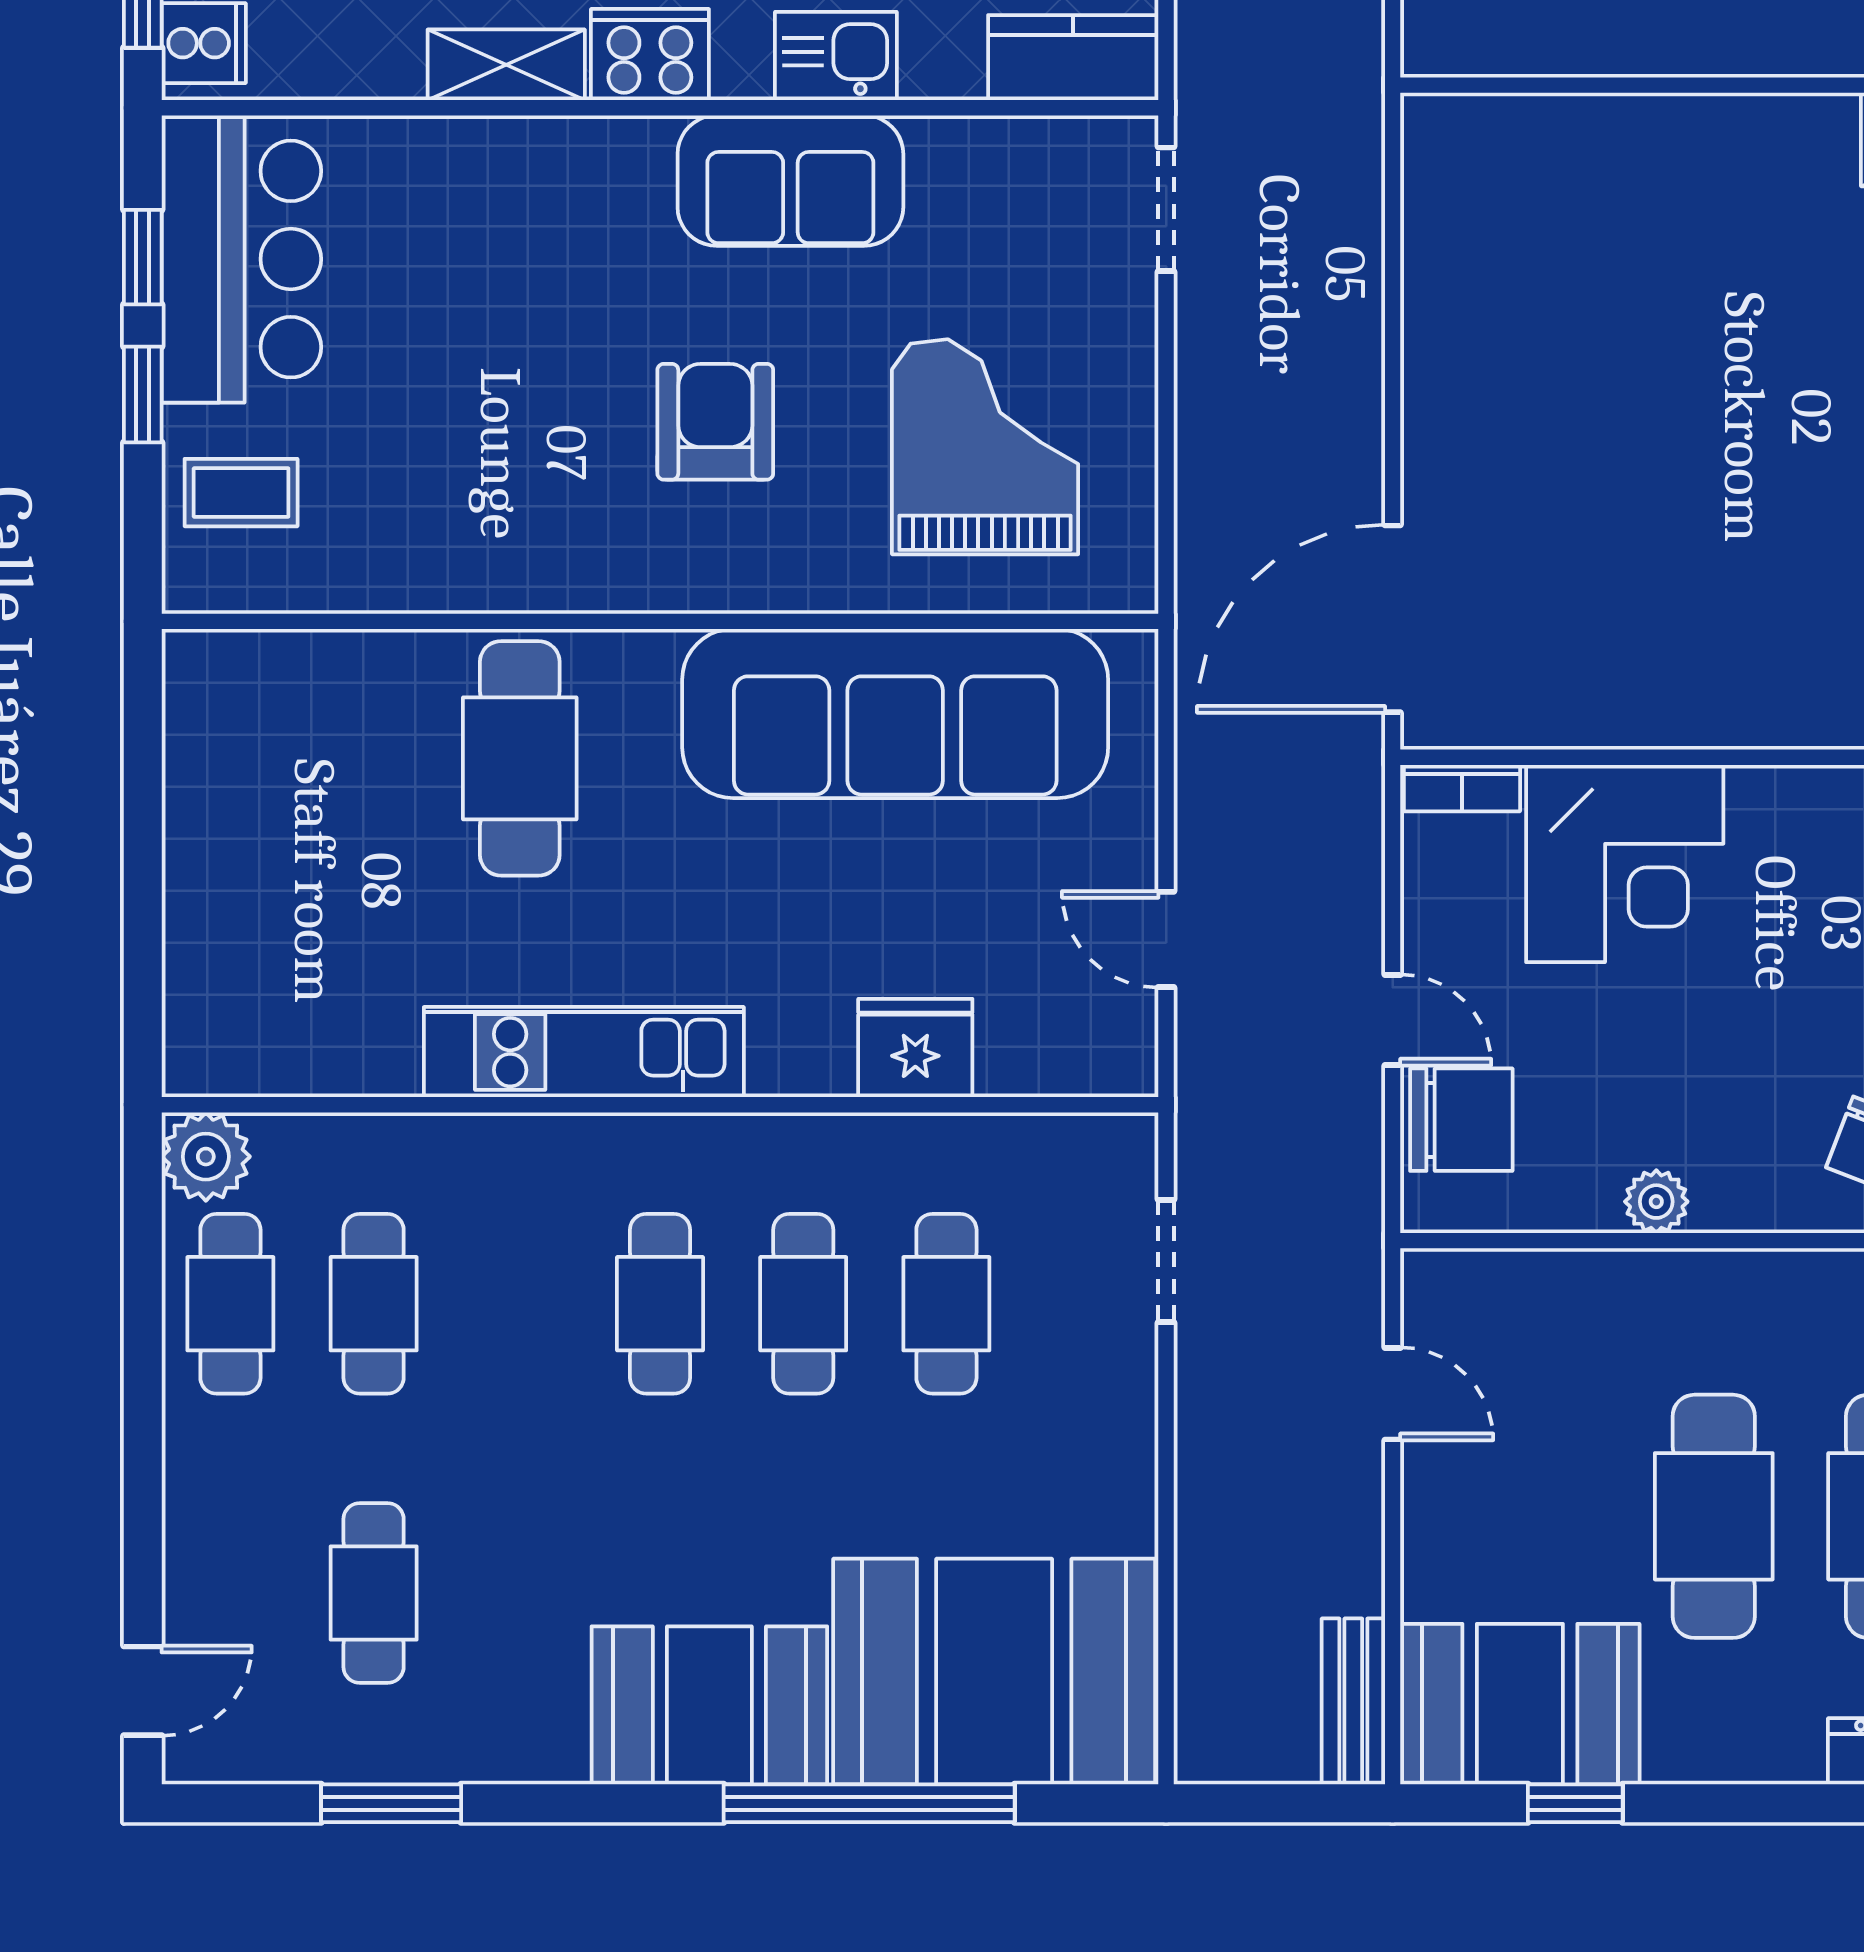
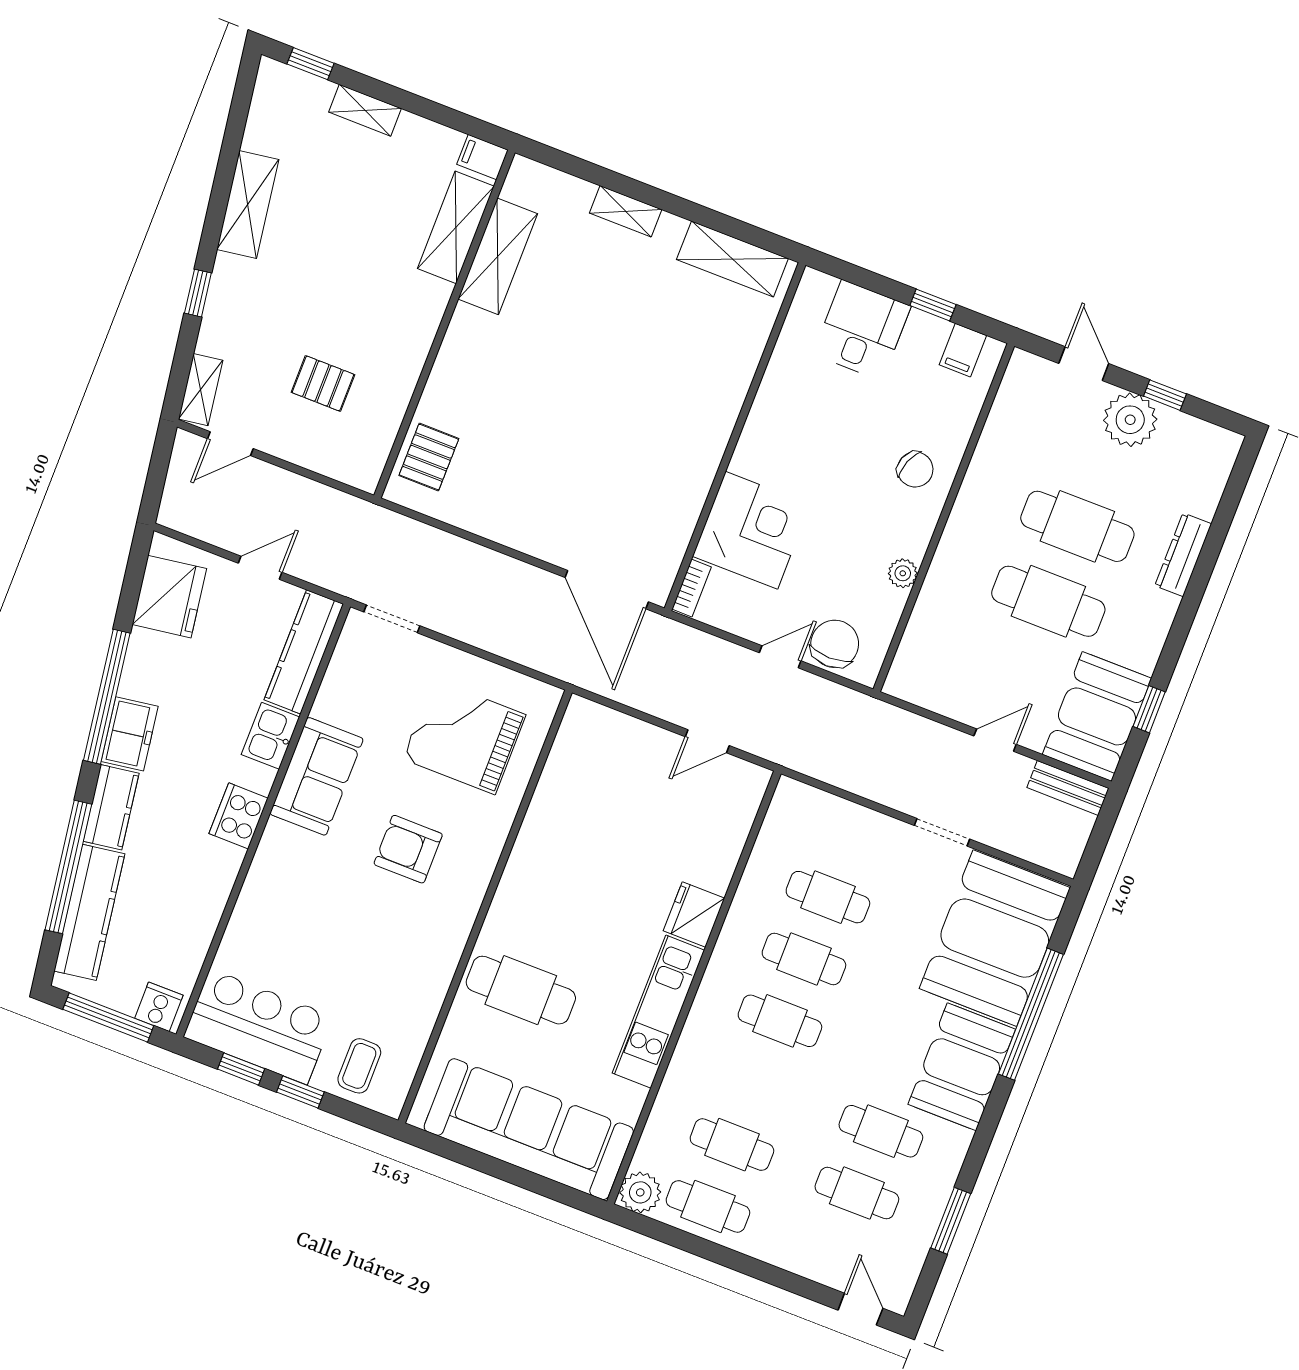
kitchen counter: (1073, 58) -> (304, 652), width x1.50
shelving: (506, 65) -> (219, 880), removed
pallet: (1520, 157) -> (429, 457), added
sofa: (895, 713) -> (529, 1129), moved, turned -90
fridge: (915, 1048) -> (694, 915), moved
doorway: (1166, 1261) -> (942, 832), moved
door: (1393, 1394) -> (995, 740), moved
cafe table: (517, 1593) -> (881, 1131), added

